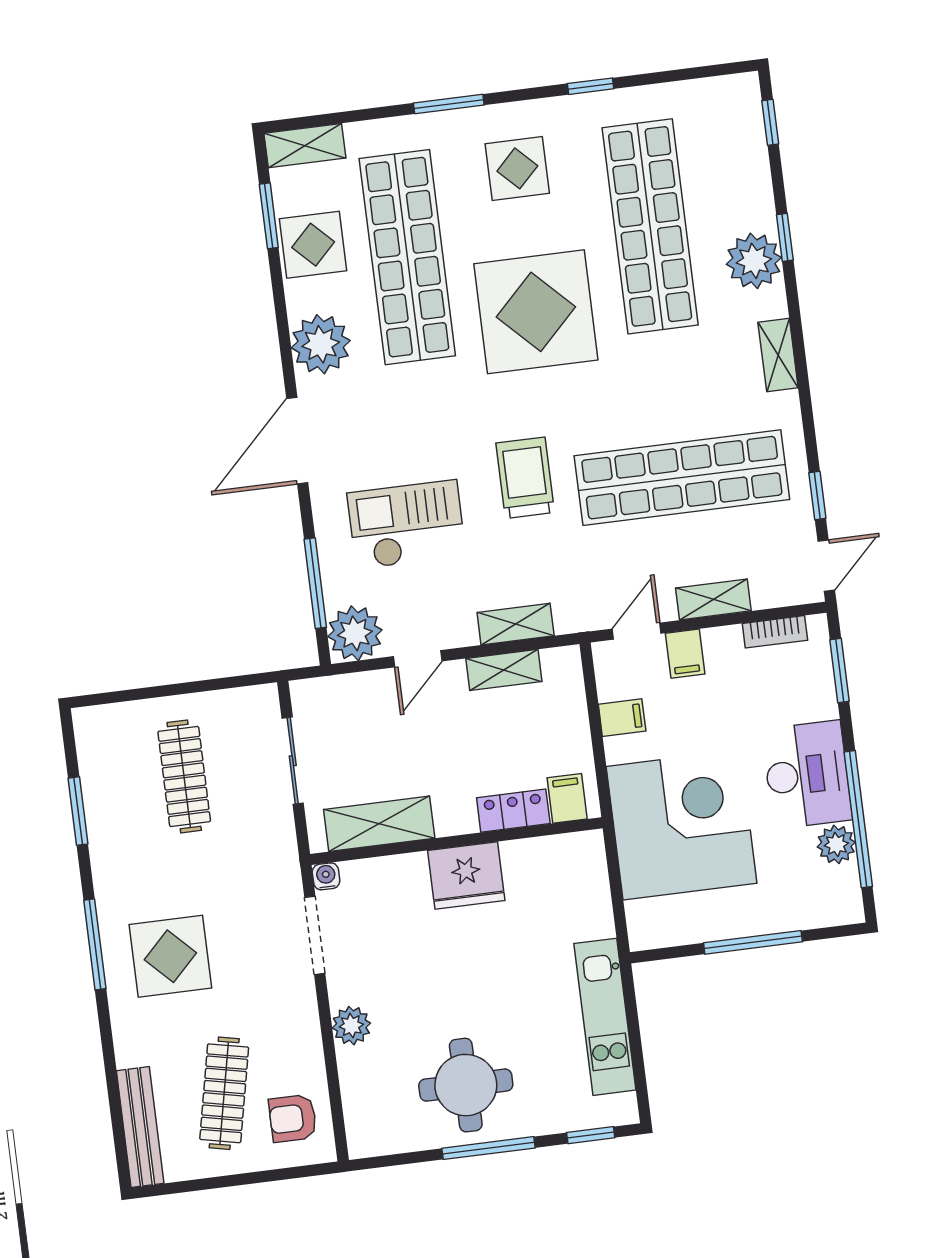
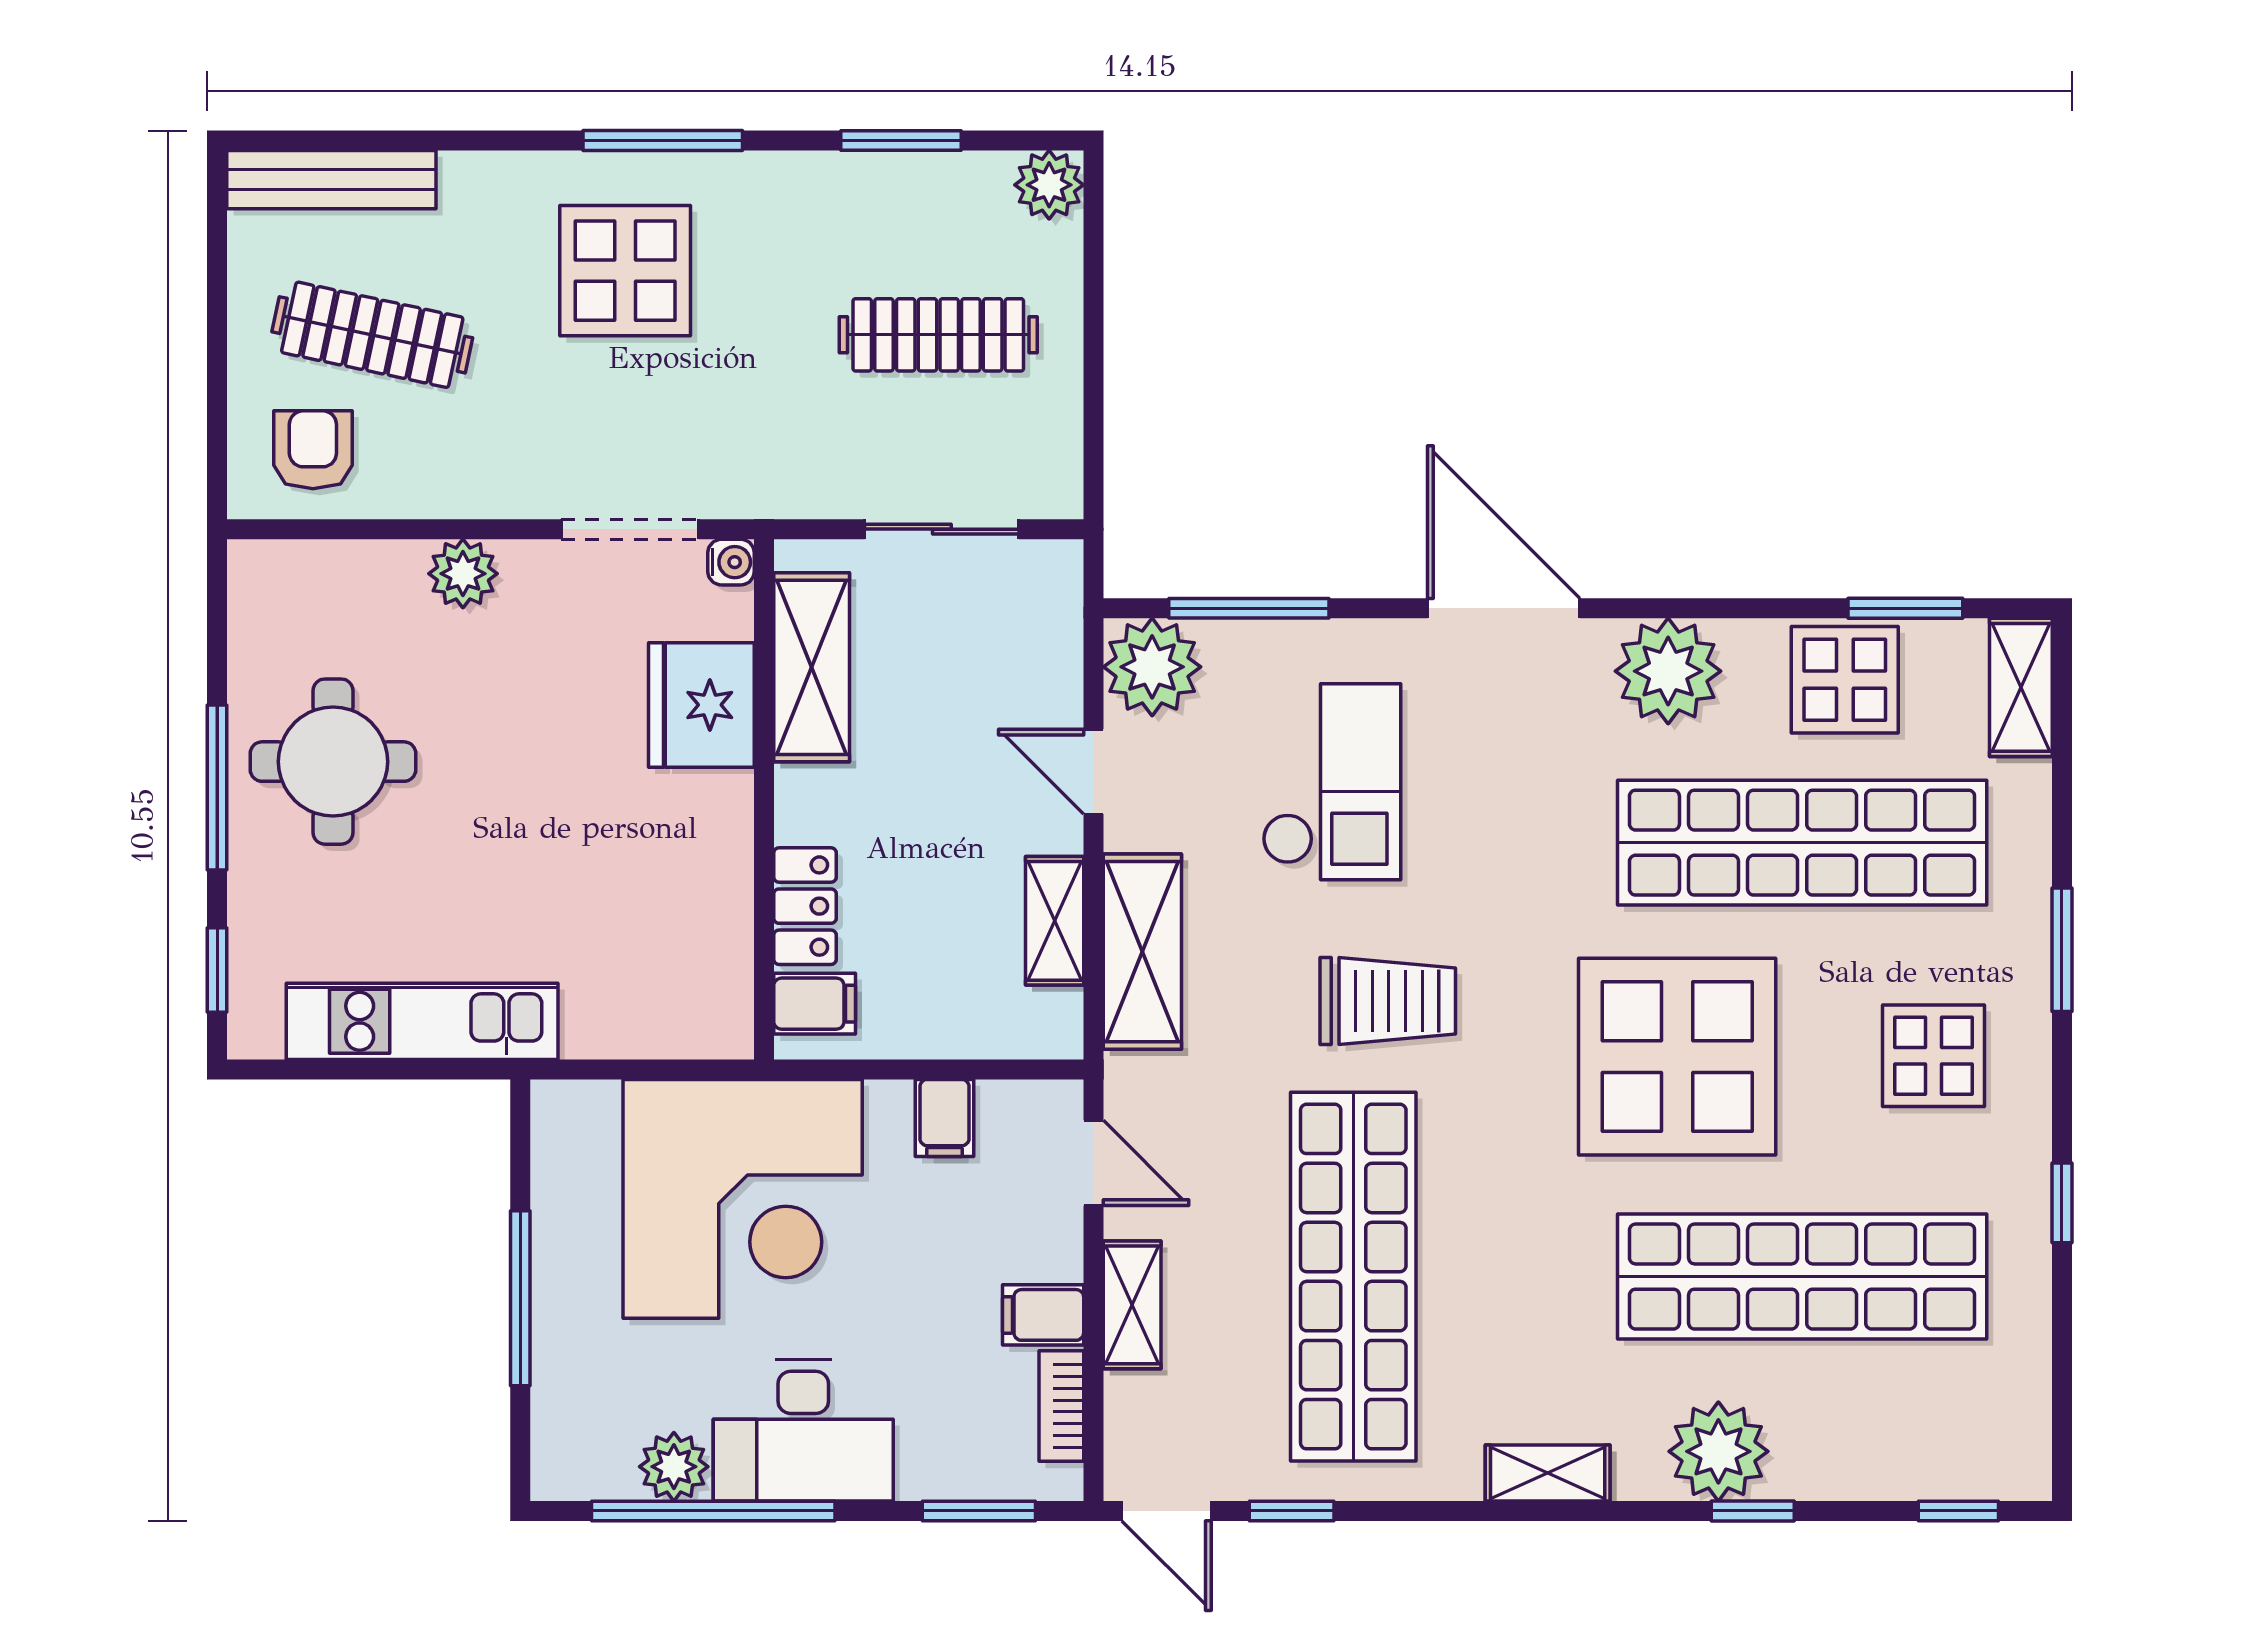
shelving: (516, 624) -> (1142, 952), width x1.50, depth x1.33
filing cabinet: (685, 654) -> (1043, 1315), moved
plant: (92, 725) -> (1049, 185), added
fridge: (466, 876) -> (701, 705), moved

